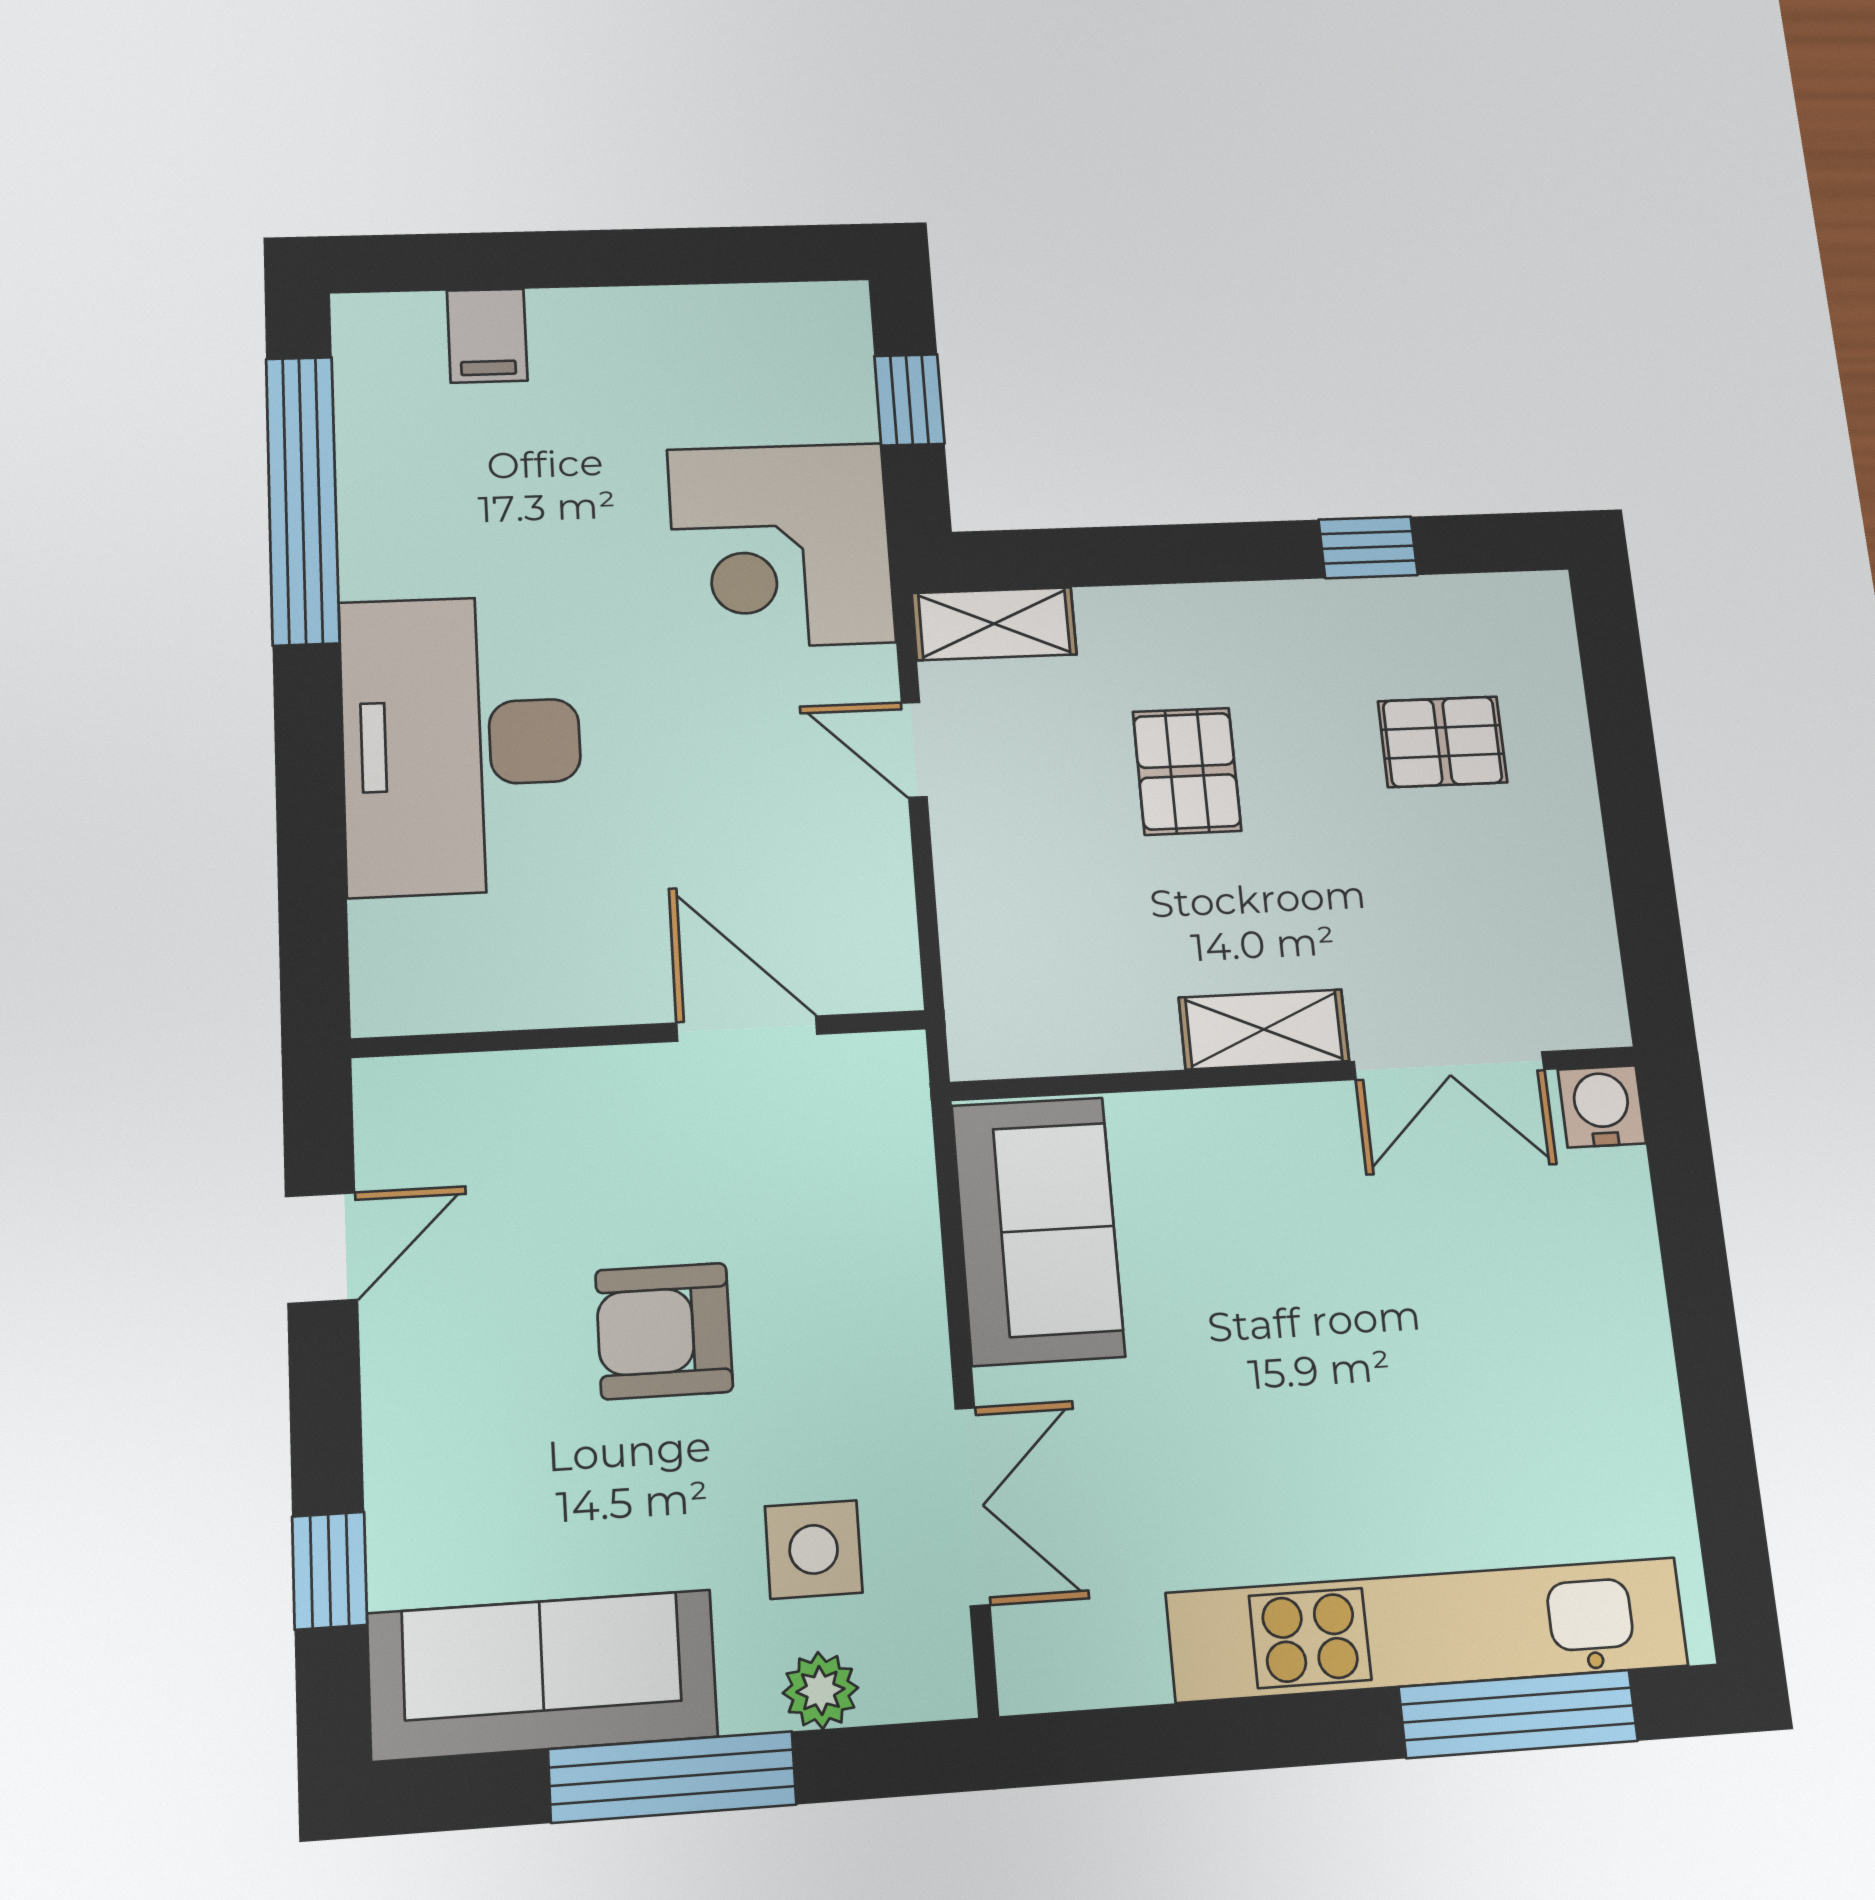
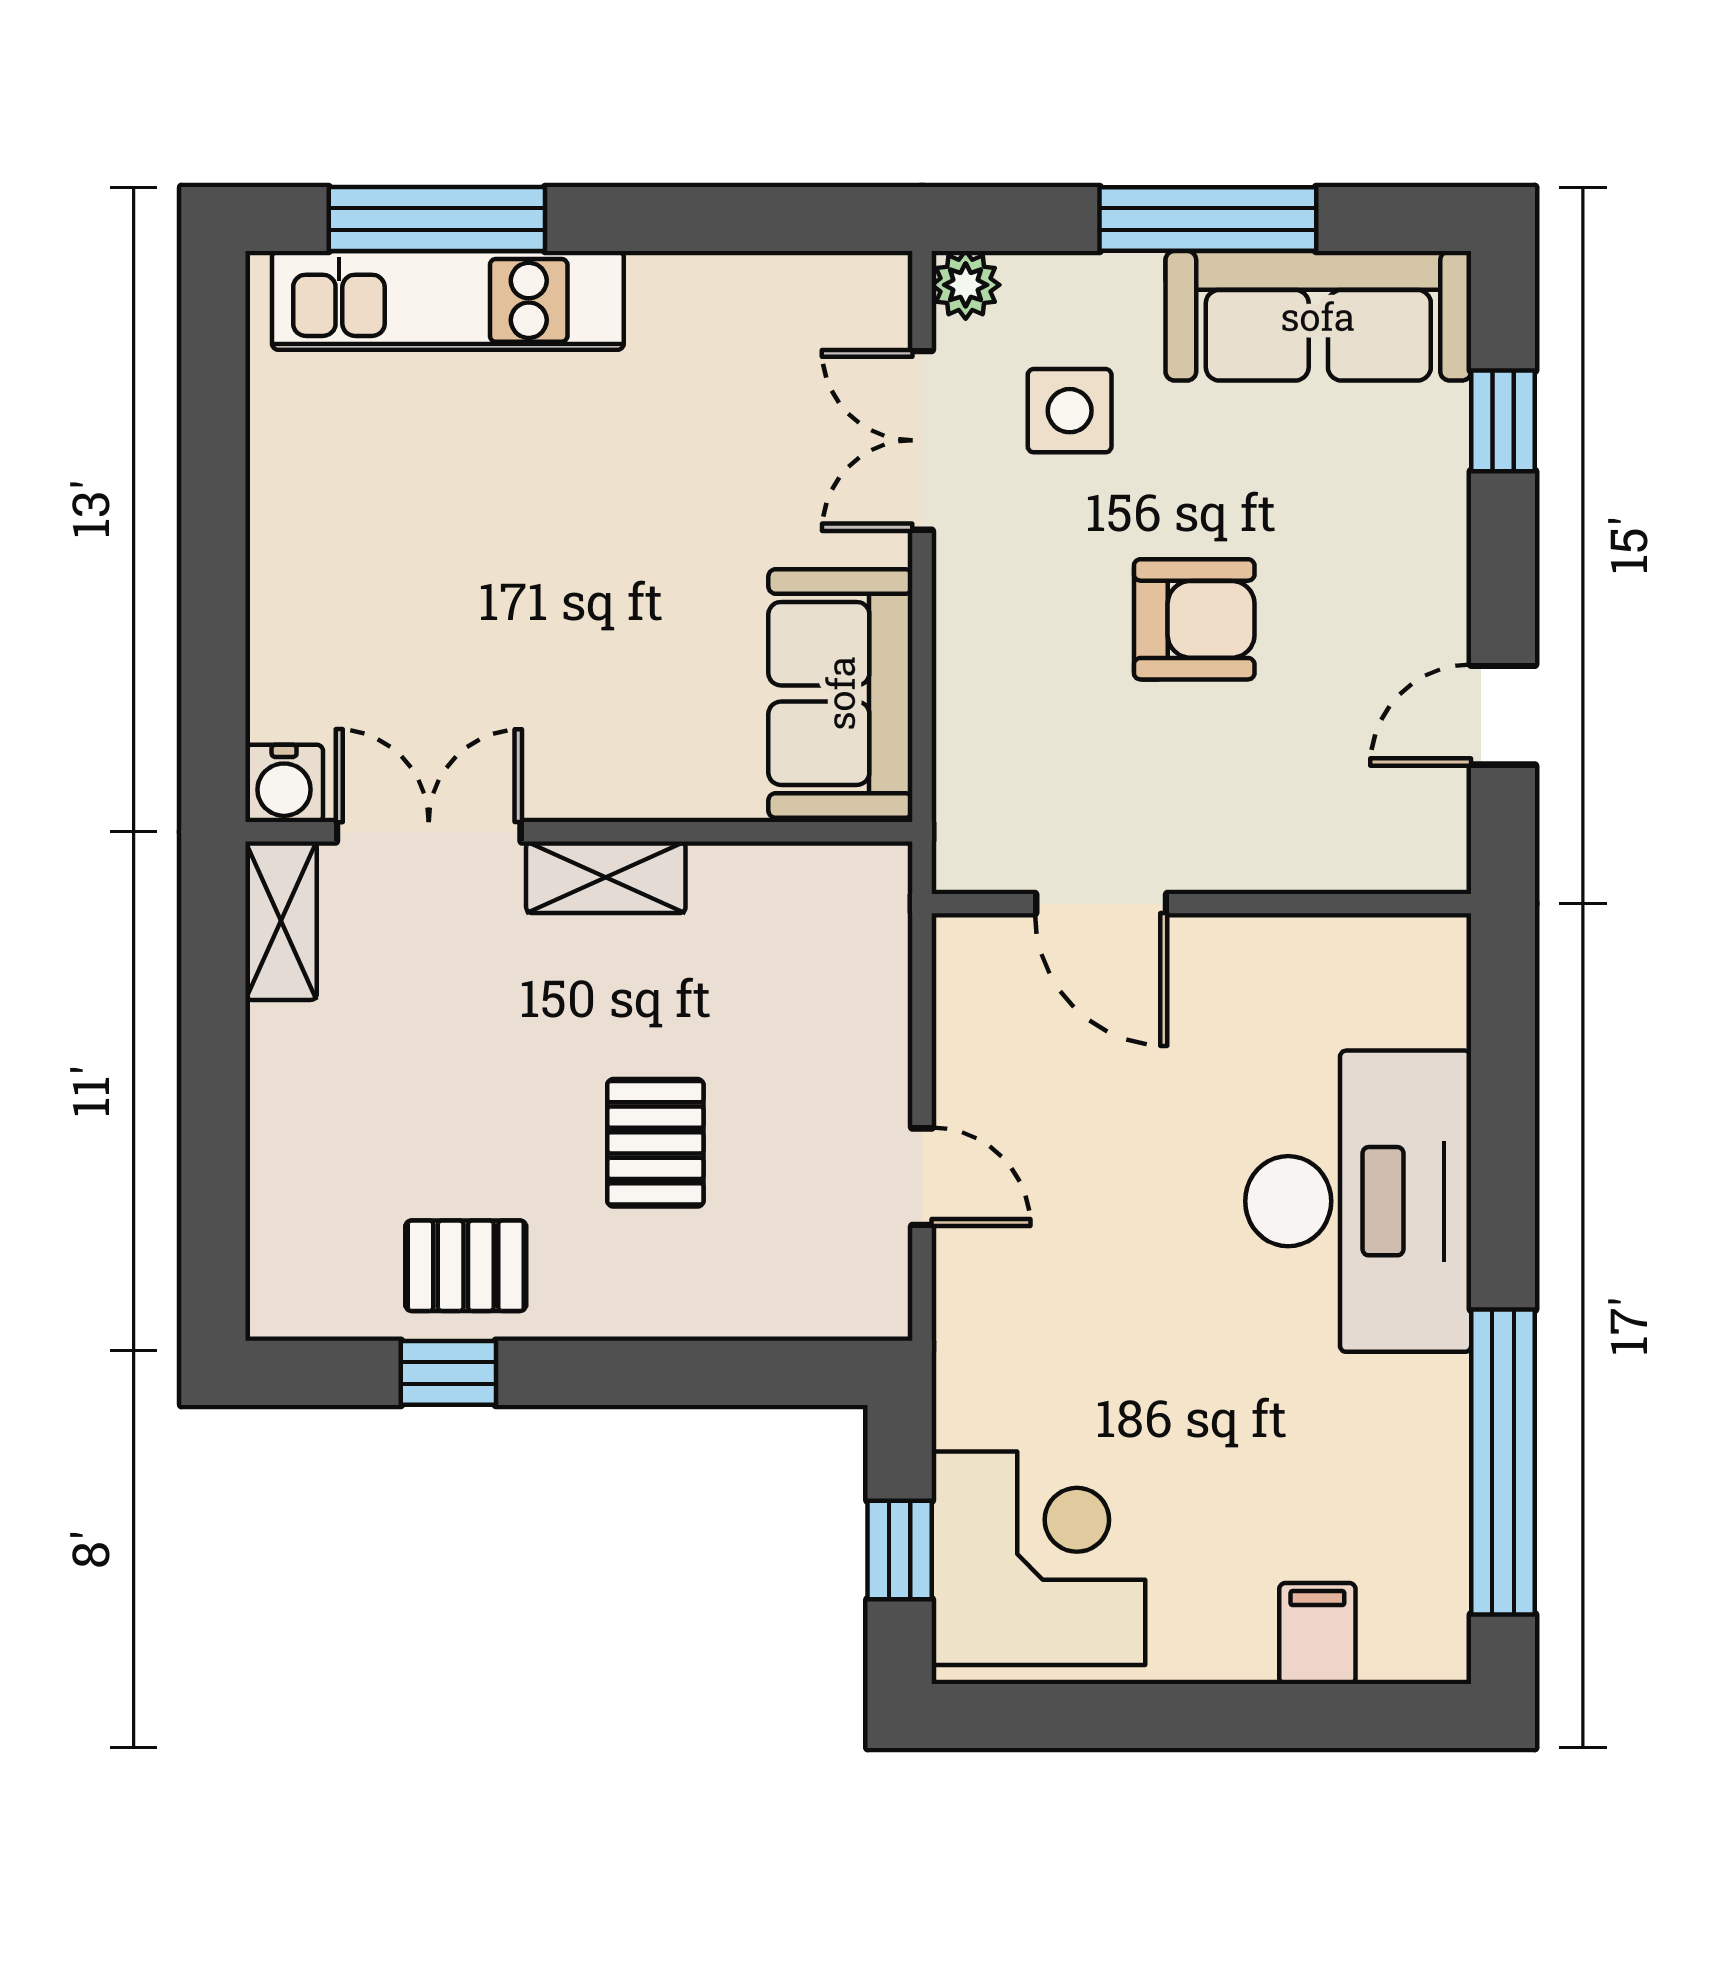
corner desk: (781, 546) -> (1038, 1558), moved
shelving: (994, 624) -> (281, 921), moved, turned 90
pallet: (1442, 742) -> (466, 1266), moved
kitchen unit: (1428, 1629) -> (448, 300), width x0.73
plant: (820, 1690) -> (966, 285), moved

